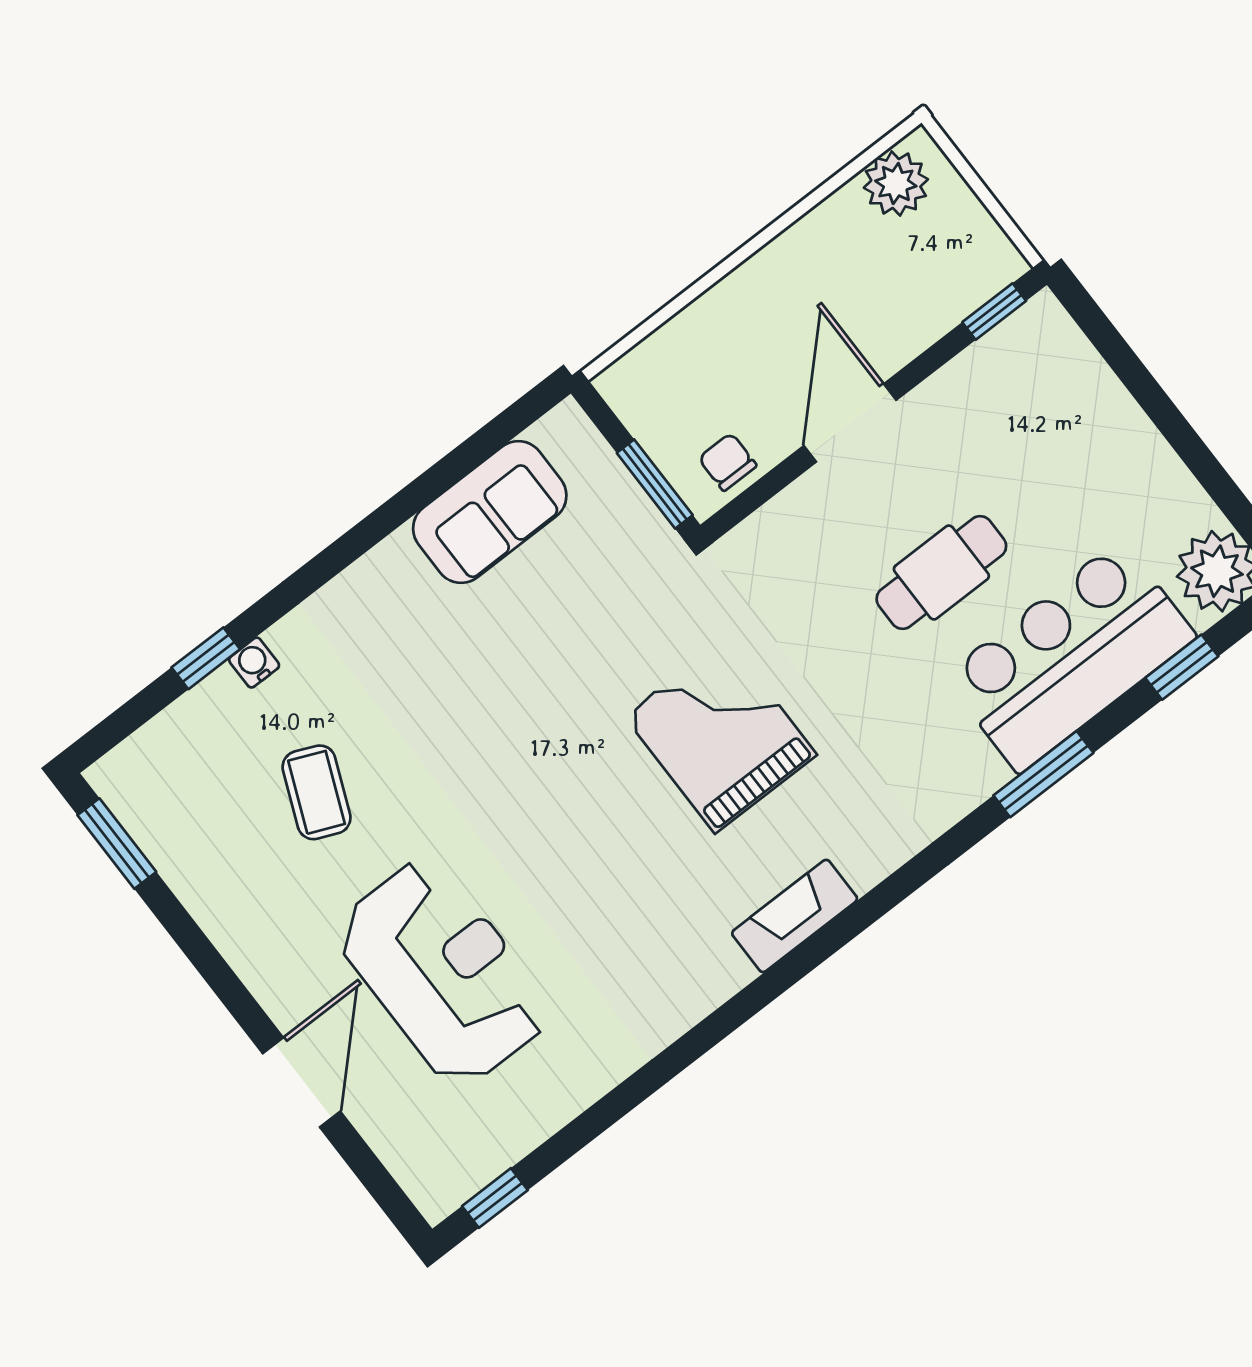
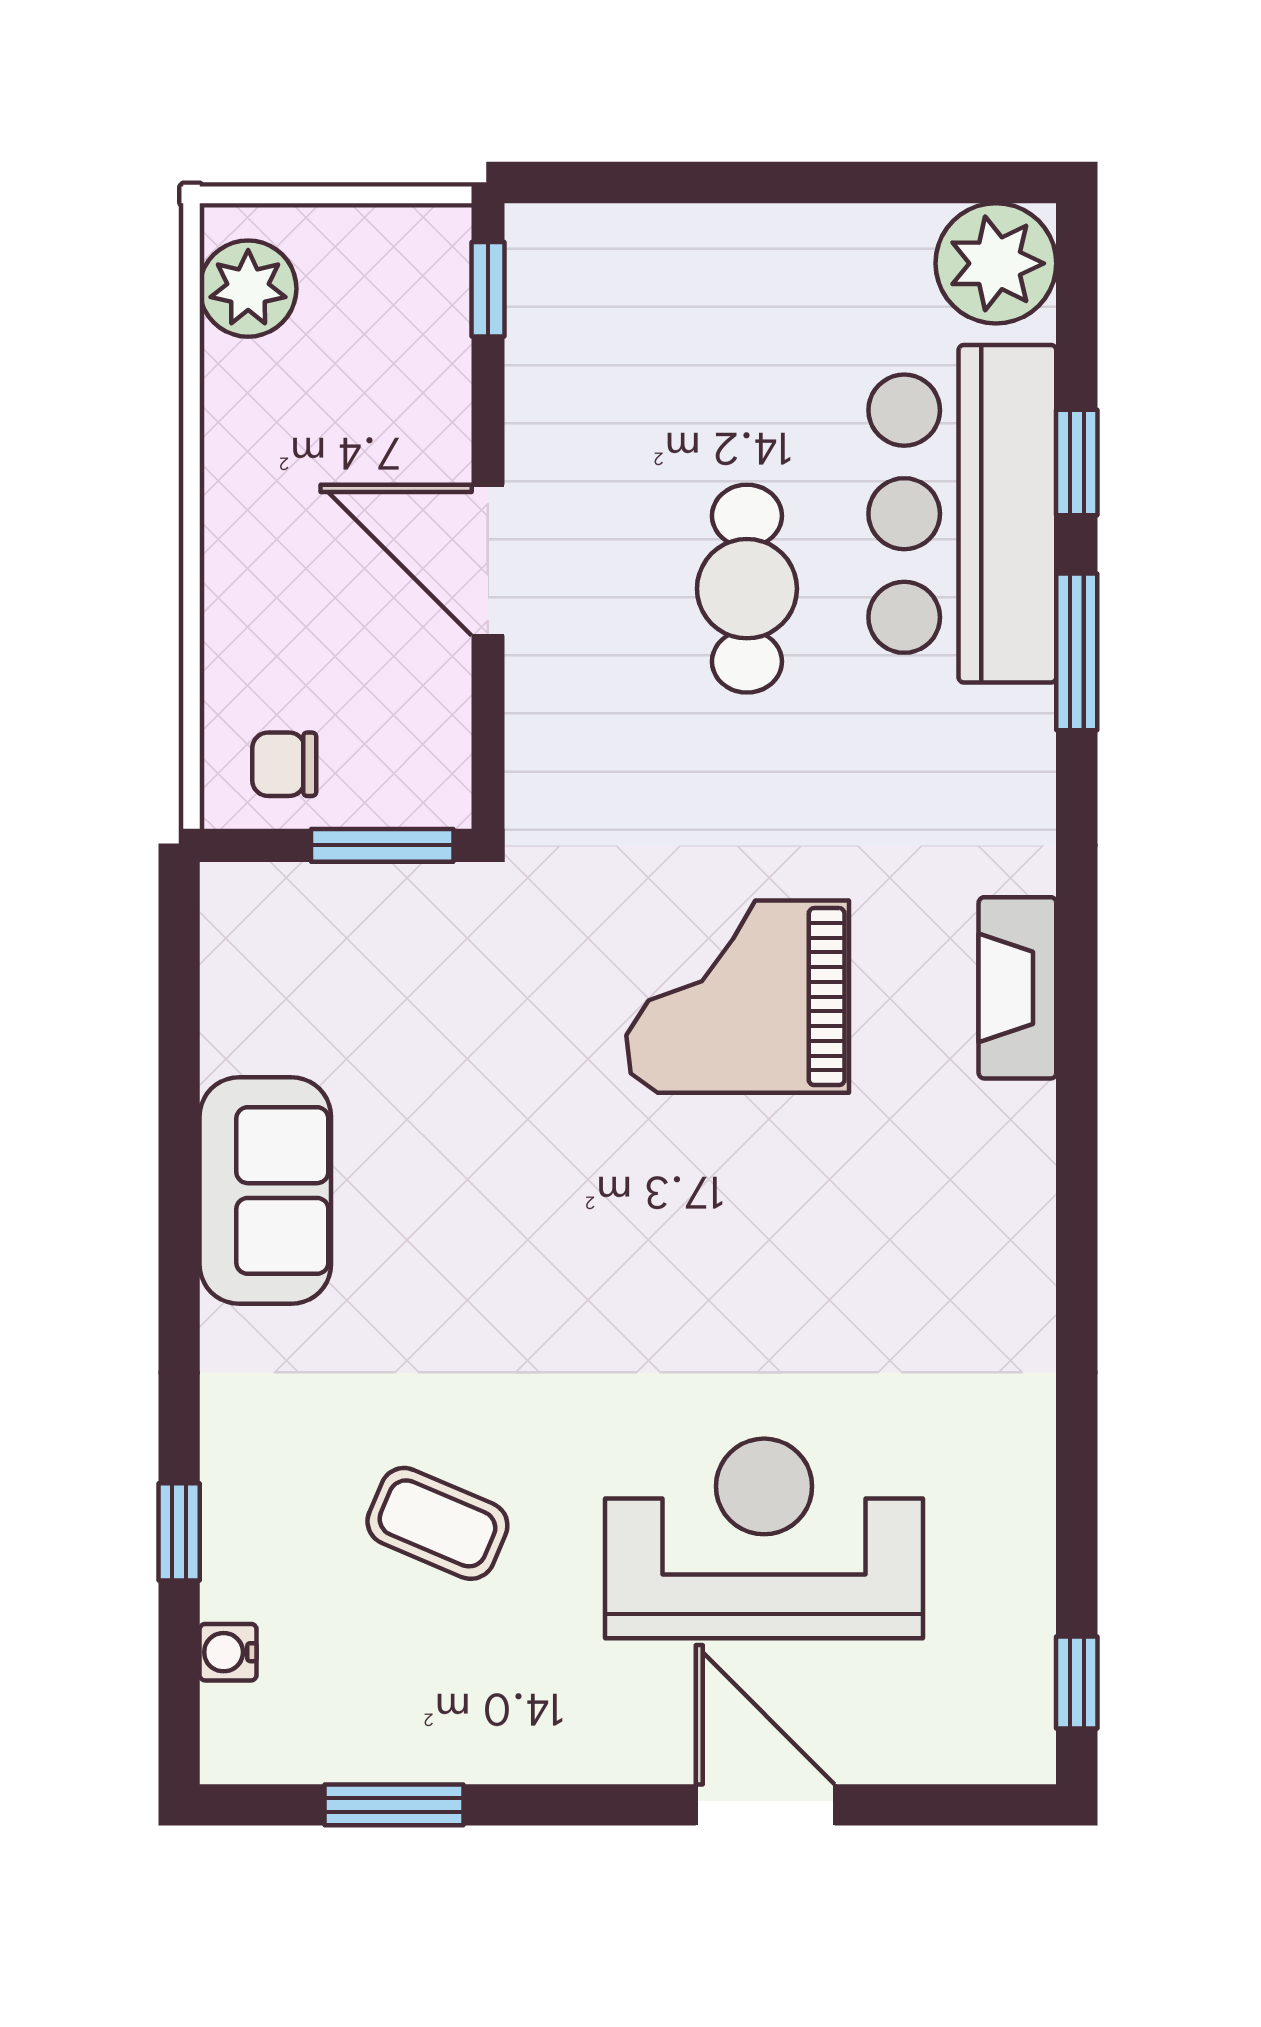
chair: (727, 462) -> (284, 764), moved
sofa: (490, 512) -> (265, 1191), moved
water cooler: (254, 663) -> (228, 1652), moved
window: (1182, 667) -> (1077, 463), moved
window: (117, 844) -> (394, 1805), moved
fireplace: (795, 916) -> (1017, 988), moved

